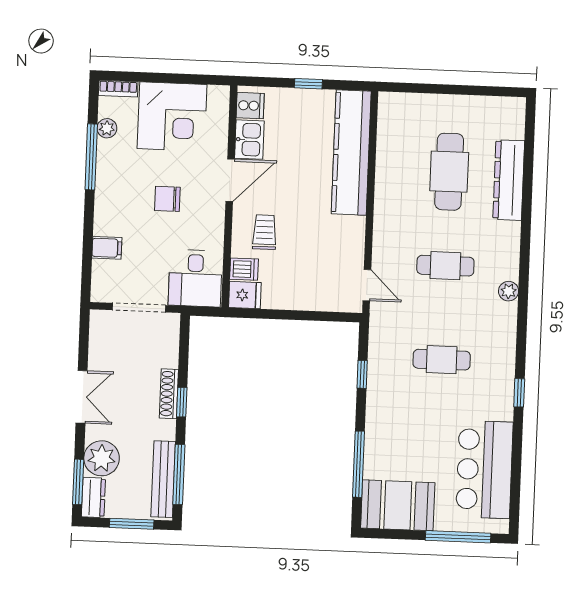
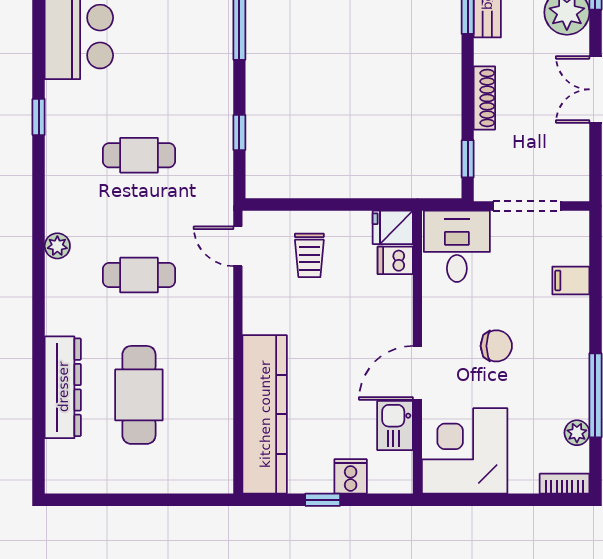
cooker: (250, 106) -> (351, 476), moved, turned 90
corner desk: (172, 117) -> (465, 451), moved
trolley: (265, 232) -> (309, 255), moved
window: (182, 402) -> (468, 159), moved

